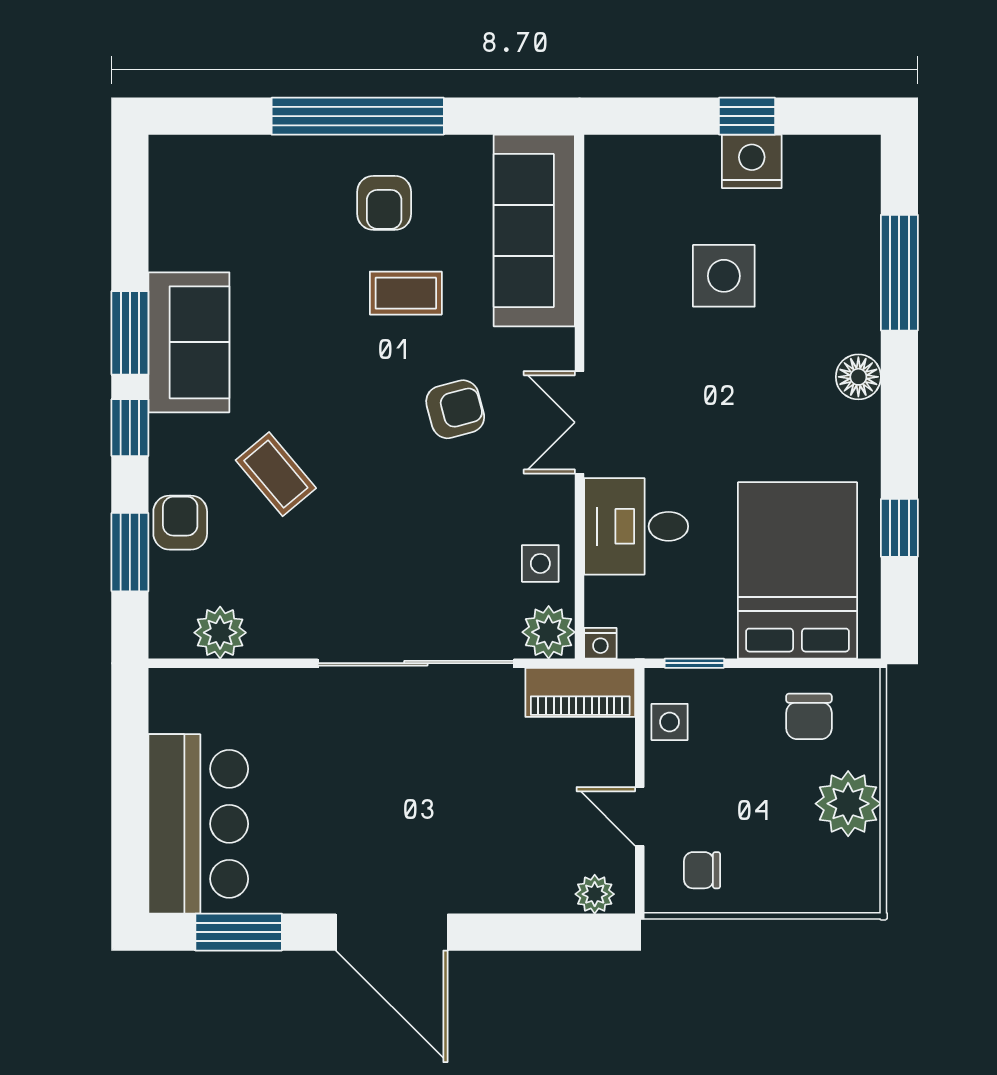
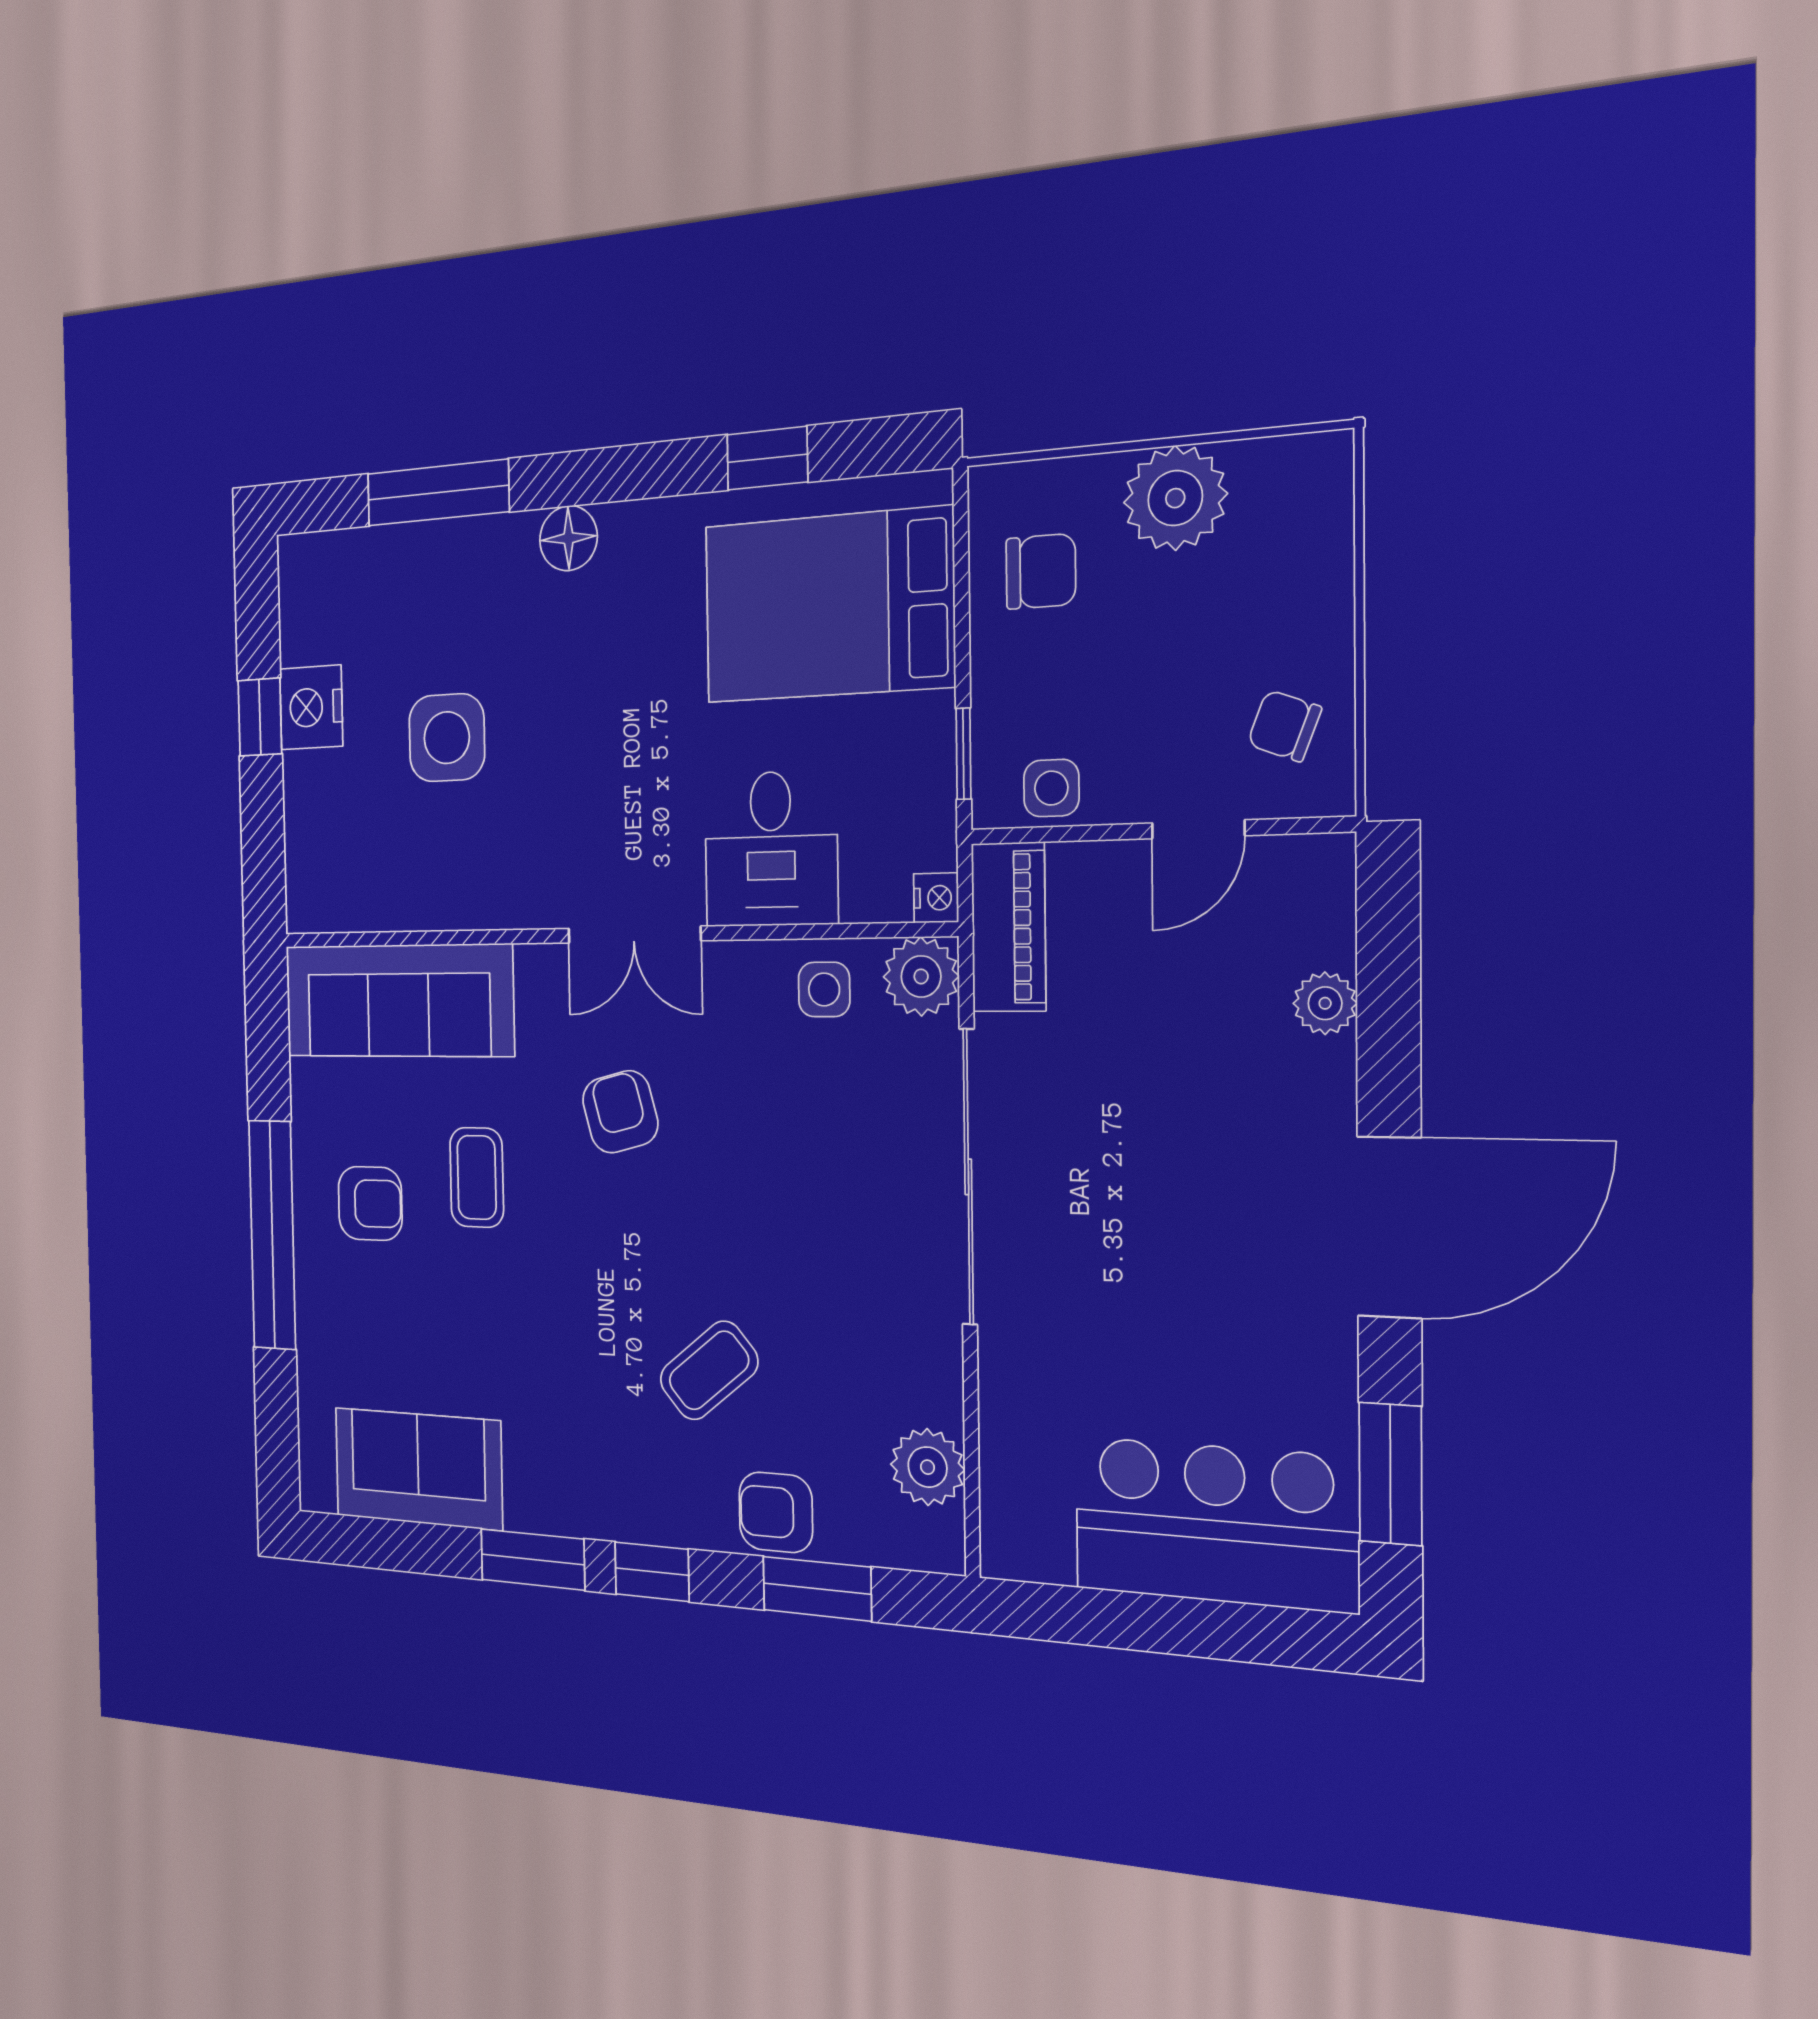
sofa: (189, 342) -> (418, 1469), moved
chair: (702, 870) -> (1284, 726), turned 111
plant: (595, 894) -> (1325, 1003), moved

